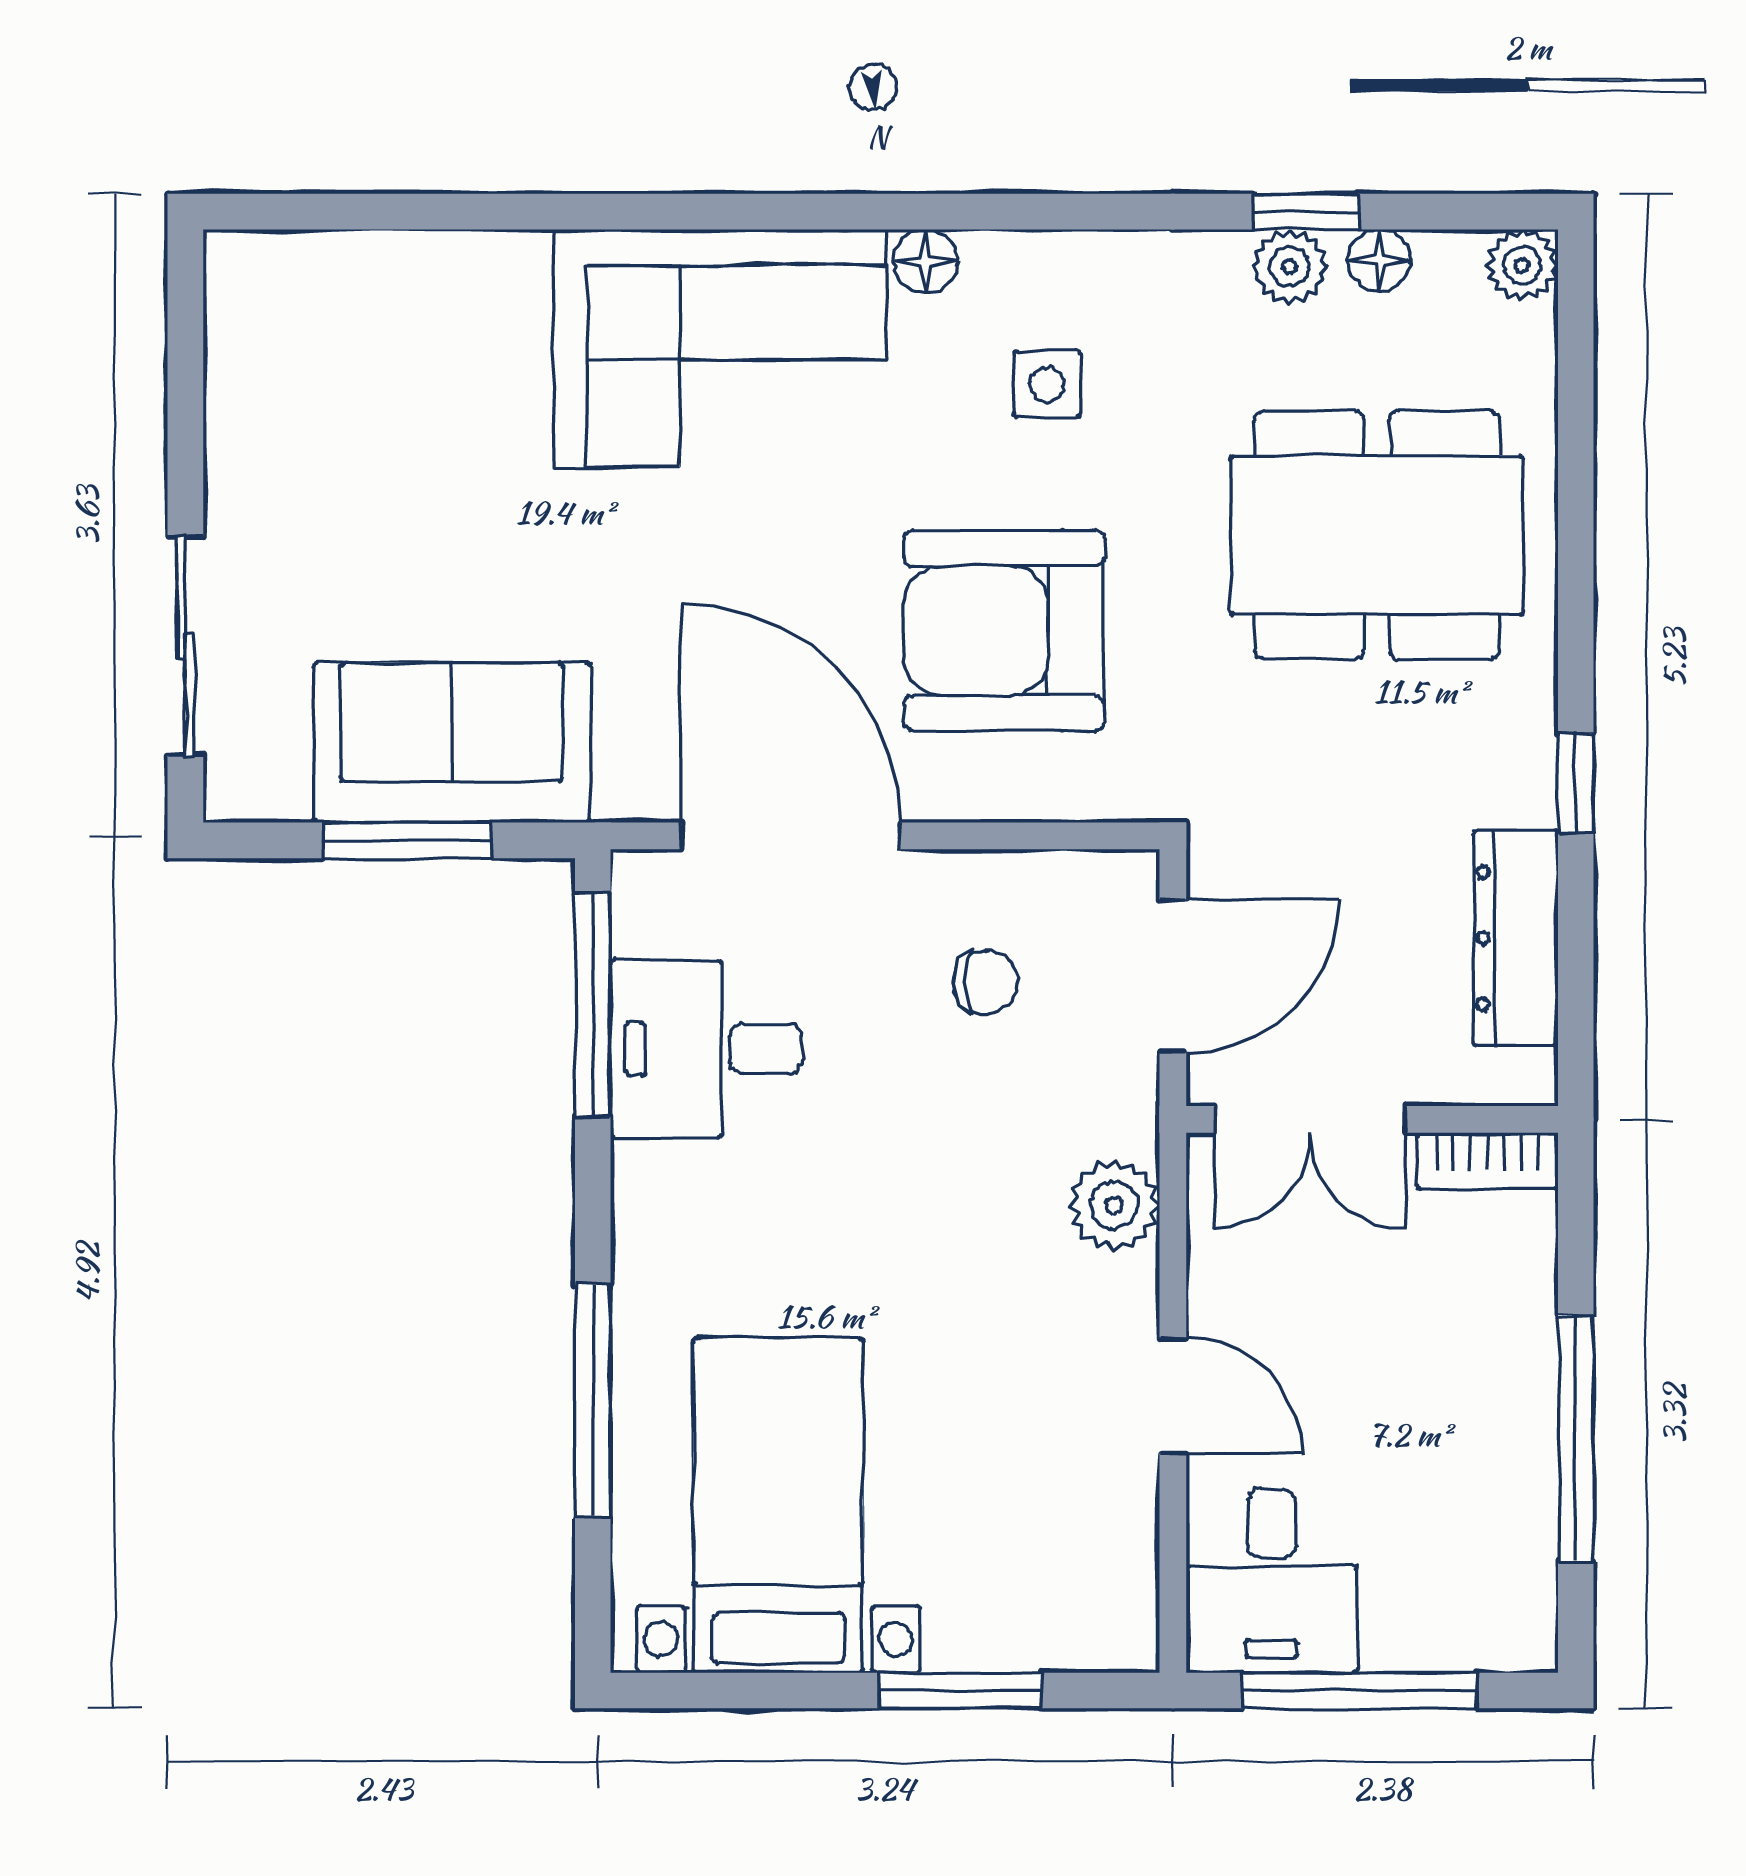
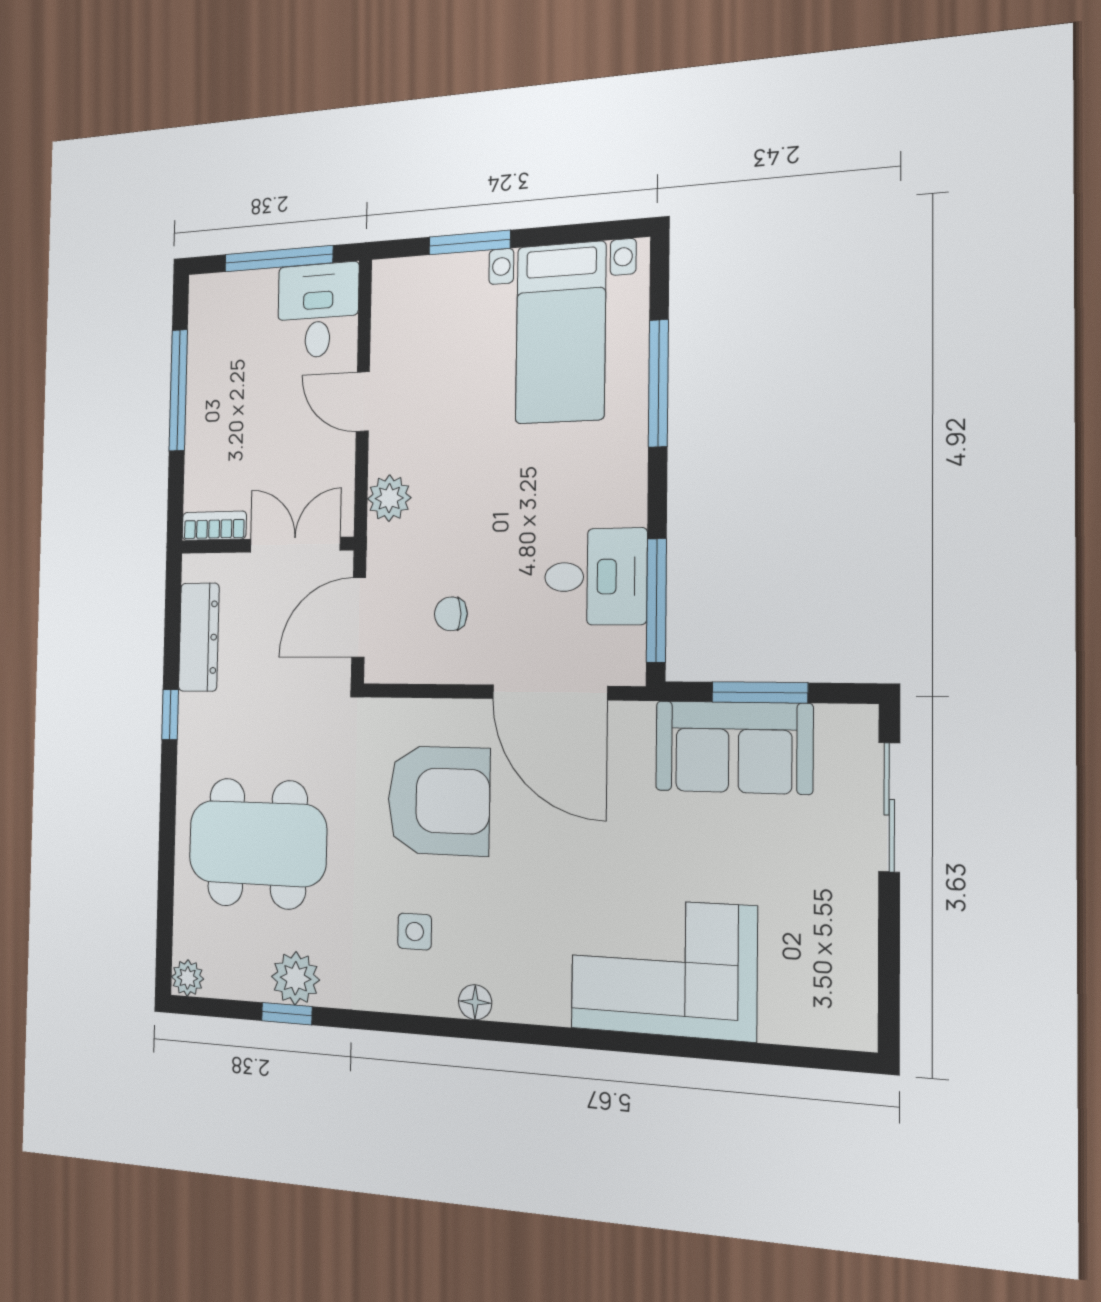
floor lamp: (1379, 260) -> (253, 985), removed
plant: (1290, 266) -> (296, 978), width x1.38, depth x1.38
corner sofa: (720, 348) -> (663, 968), moved

